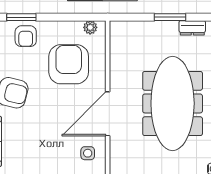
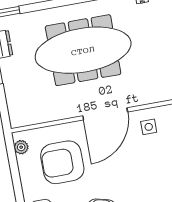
door: (108, 114) -> (105, 114), hinge flipped

